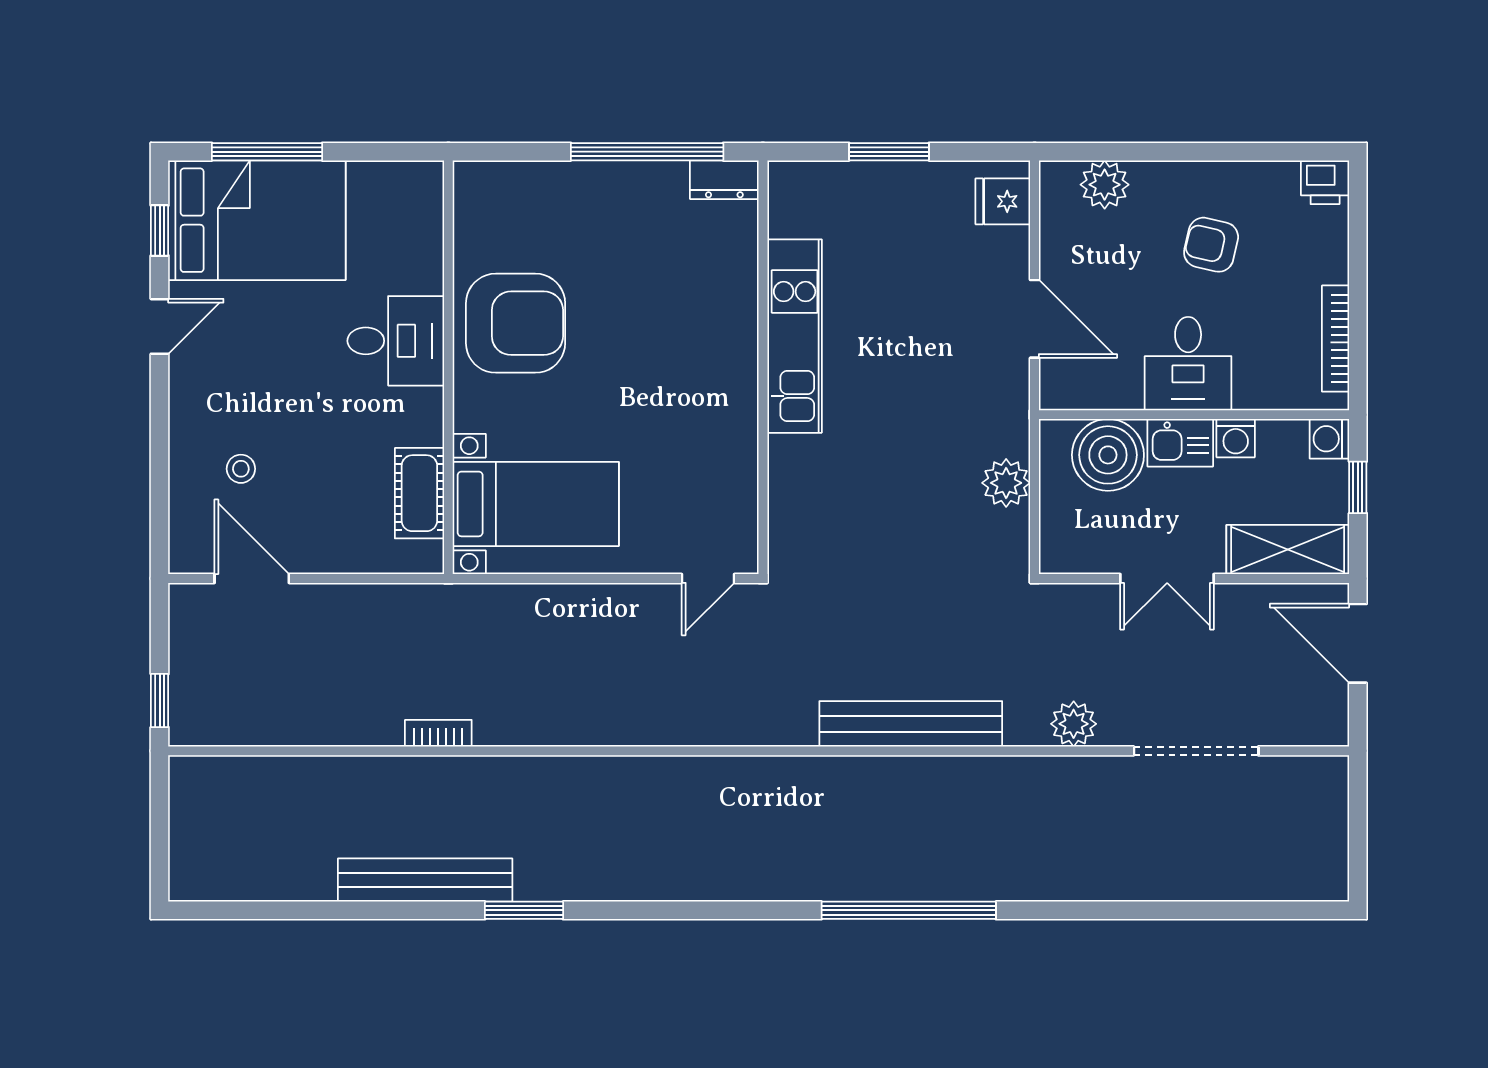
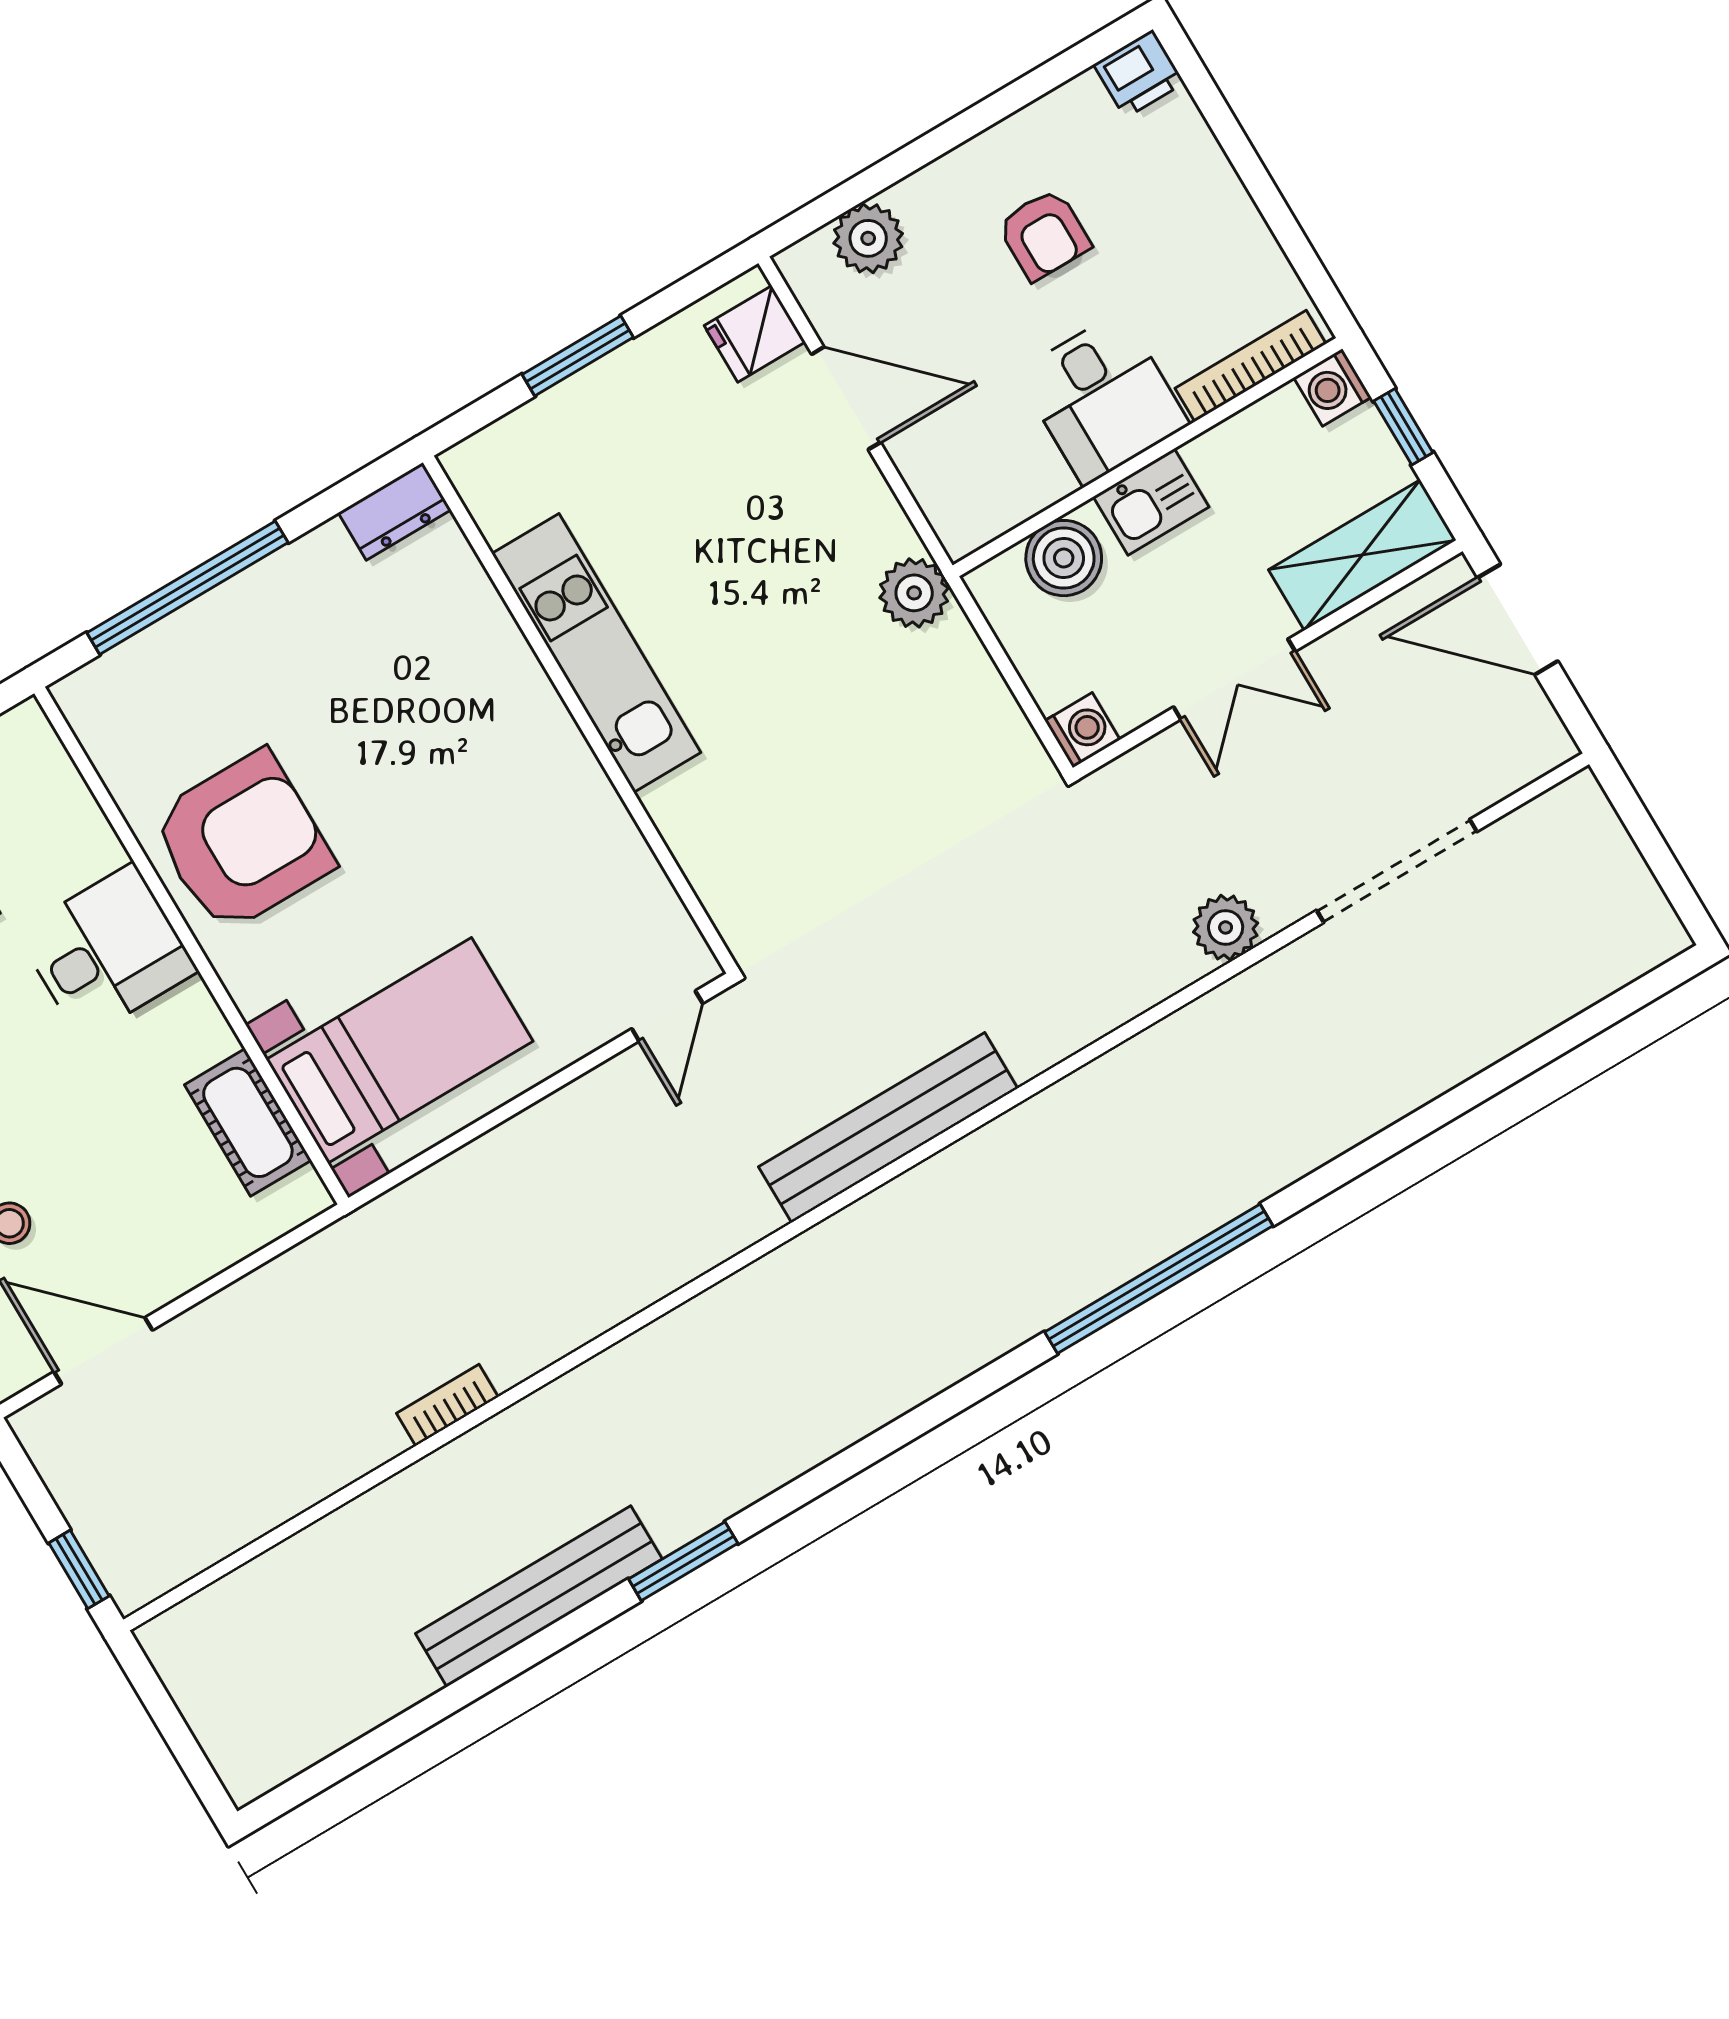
window: (647, 152) -> (187, 588), moved
armchair: (1211, 245) -> (1044, 234), turned -103
door: (1035, 319) -> (846, 398), moved
bookcase: (1336, 339) -> (1250, 366), moved, turned 90
washing machine: (1236, 438) -> (1082, 730), moved, turned -90
boiler: (1108, 455) -> (1064, 558), width x0.73, depth x0.73
plant: (1006, 483) -> (914, 593), moved
bench: (911, 724) -> (888, 1128), moved

